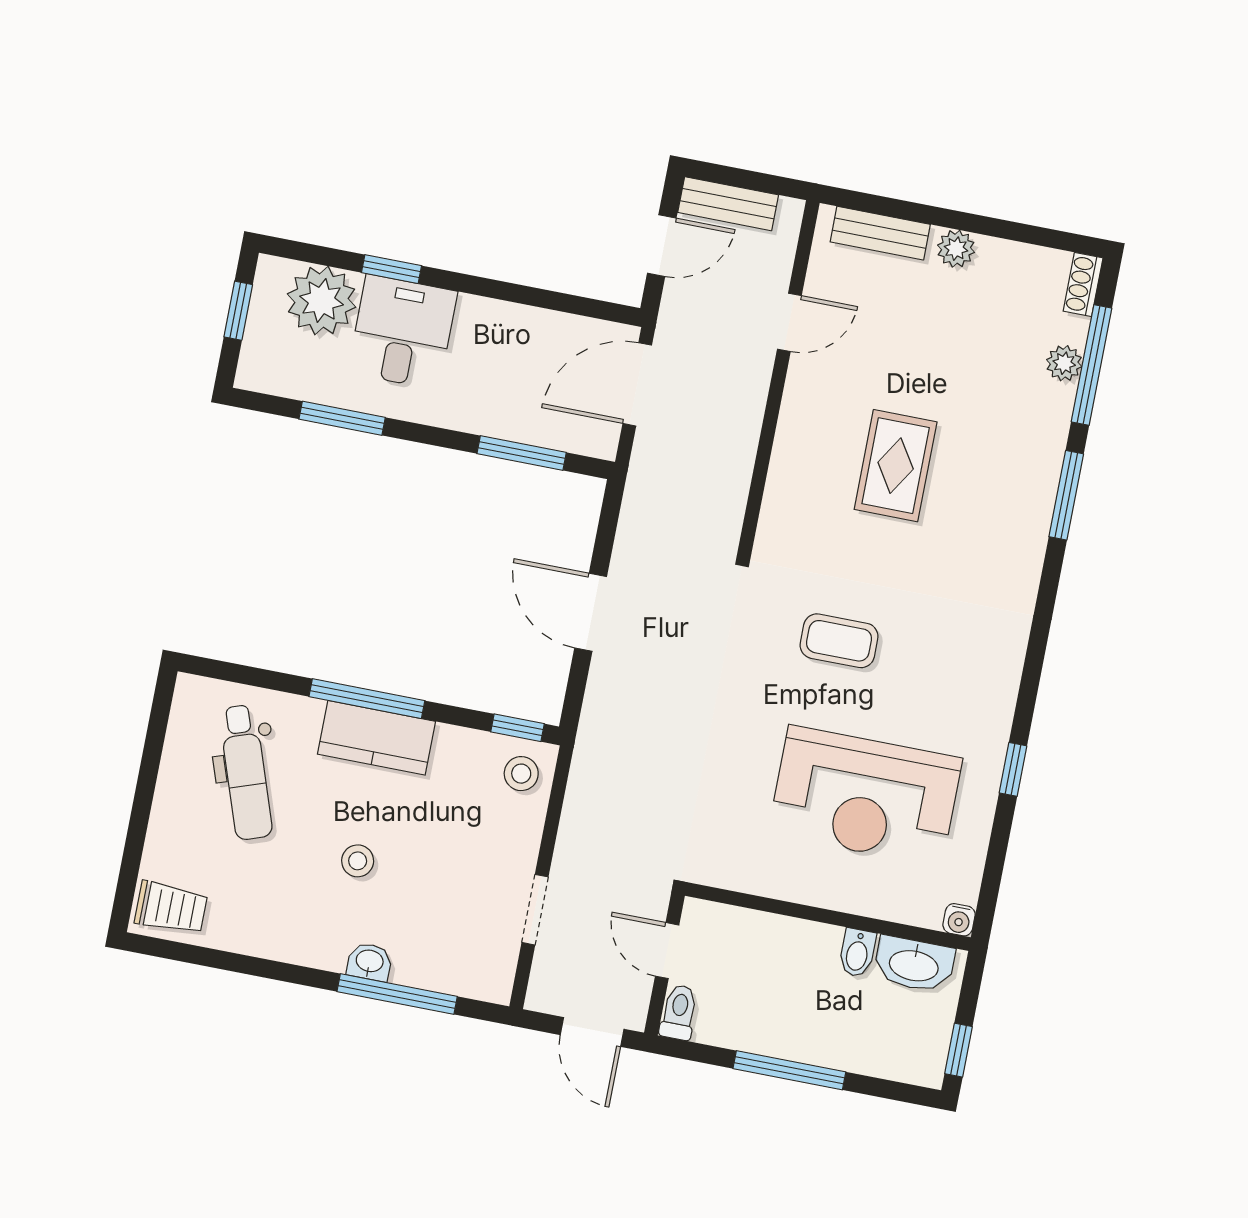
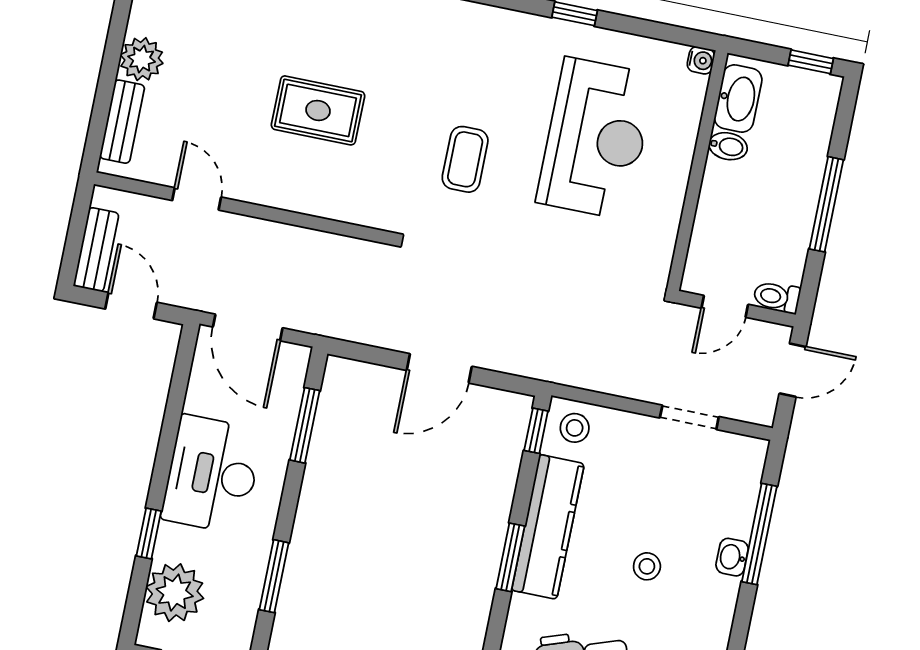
plant: (956, 249) -> (142, 59), width x1.38, depth x1.38
desk: (403, 332) -> (212, 474), moved, width x1.37
window: (367, 699) -> (510, 557), width x0.69
kitchen counter: (376, 738) -> (548, 527), width x1.50

